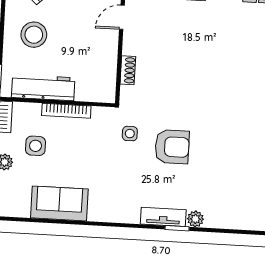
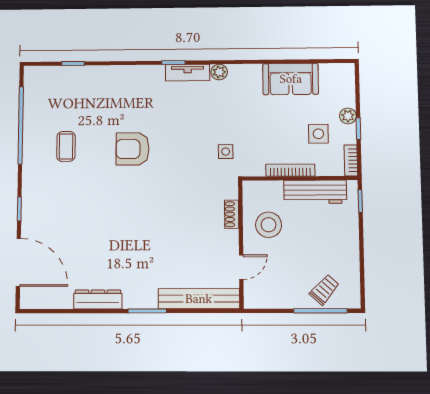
stool: (34, 35) -> (269, 225), moved
armchair: (172, 147) -> (133, 149), moved
plant: (195, 219) -> (219, 72), moved

